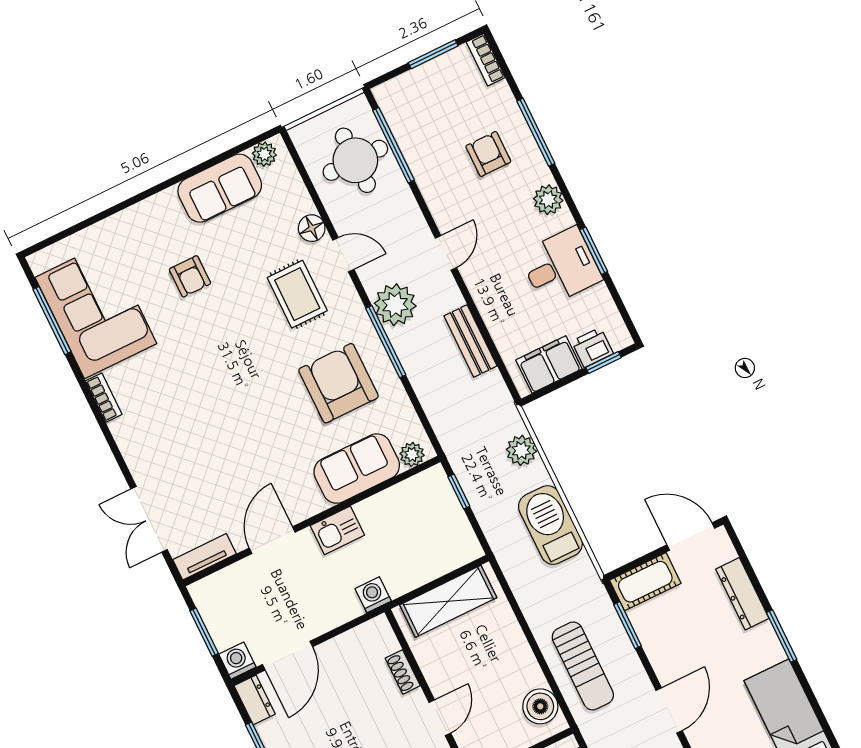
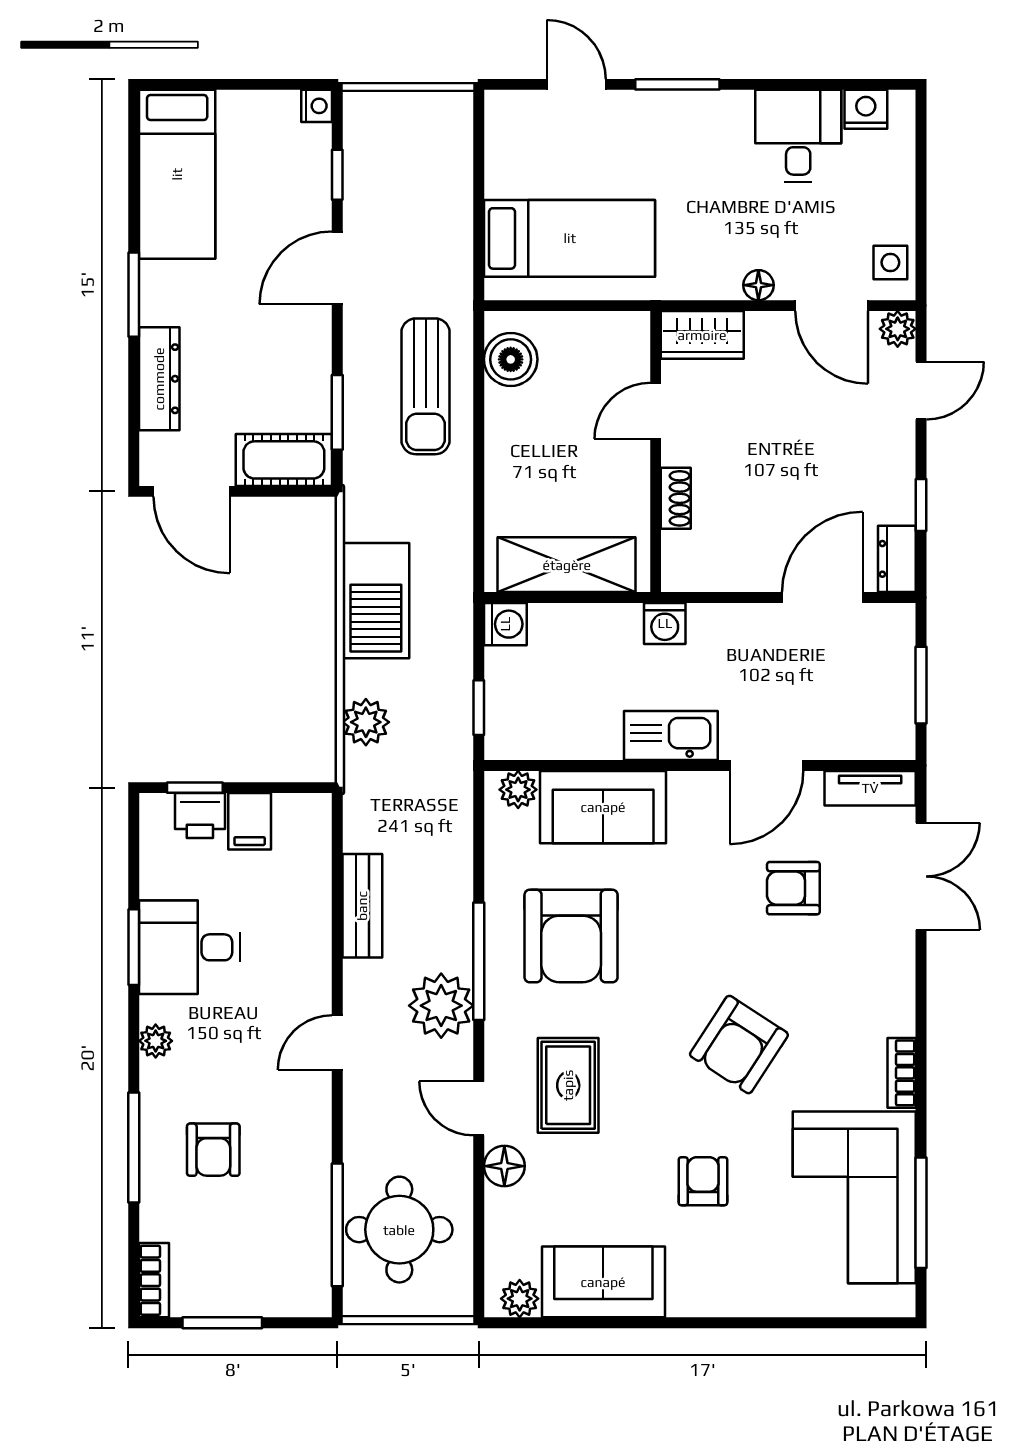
plant: (548, 200) -> (156, 1041), width x0.73, depth x0.73
filing cabinet: (549, 364) -> (250, 821), width x0.50
armchair: (208, 367) -> (739, 1045), added
armchair: (221, 476) -> (793, 888), added
kitchen sink: (337, 530) -> (671, 736), width x1.38
washing machine: (237, 661) -> (505, 624), moved, turned -90
sun lounger: (583, 666) -> (426, 386), turned 180

